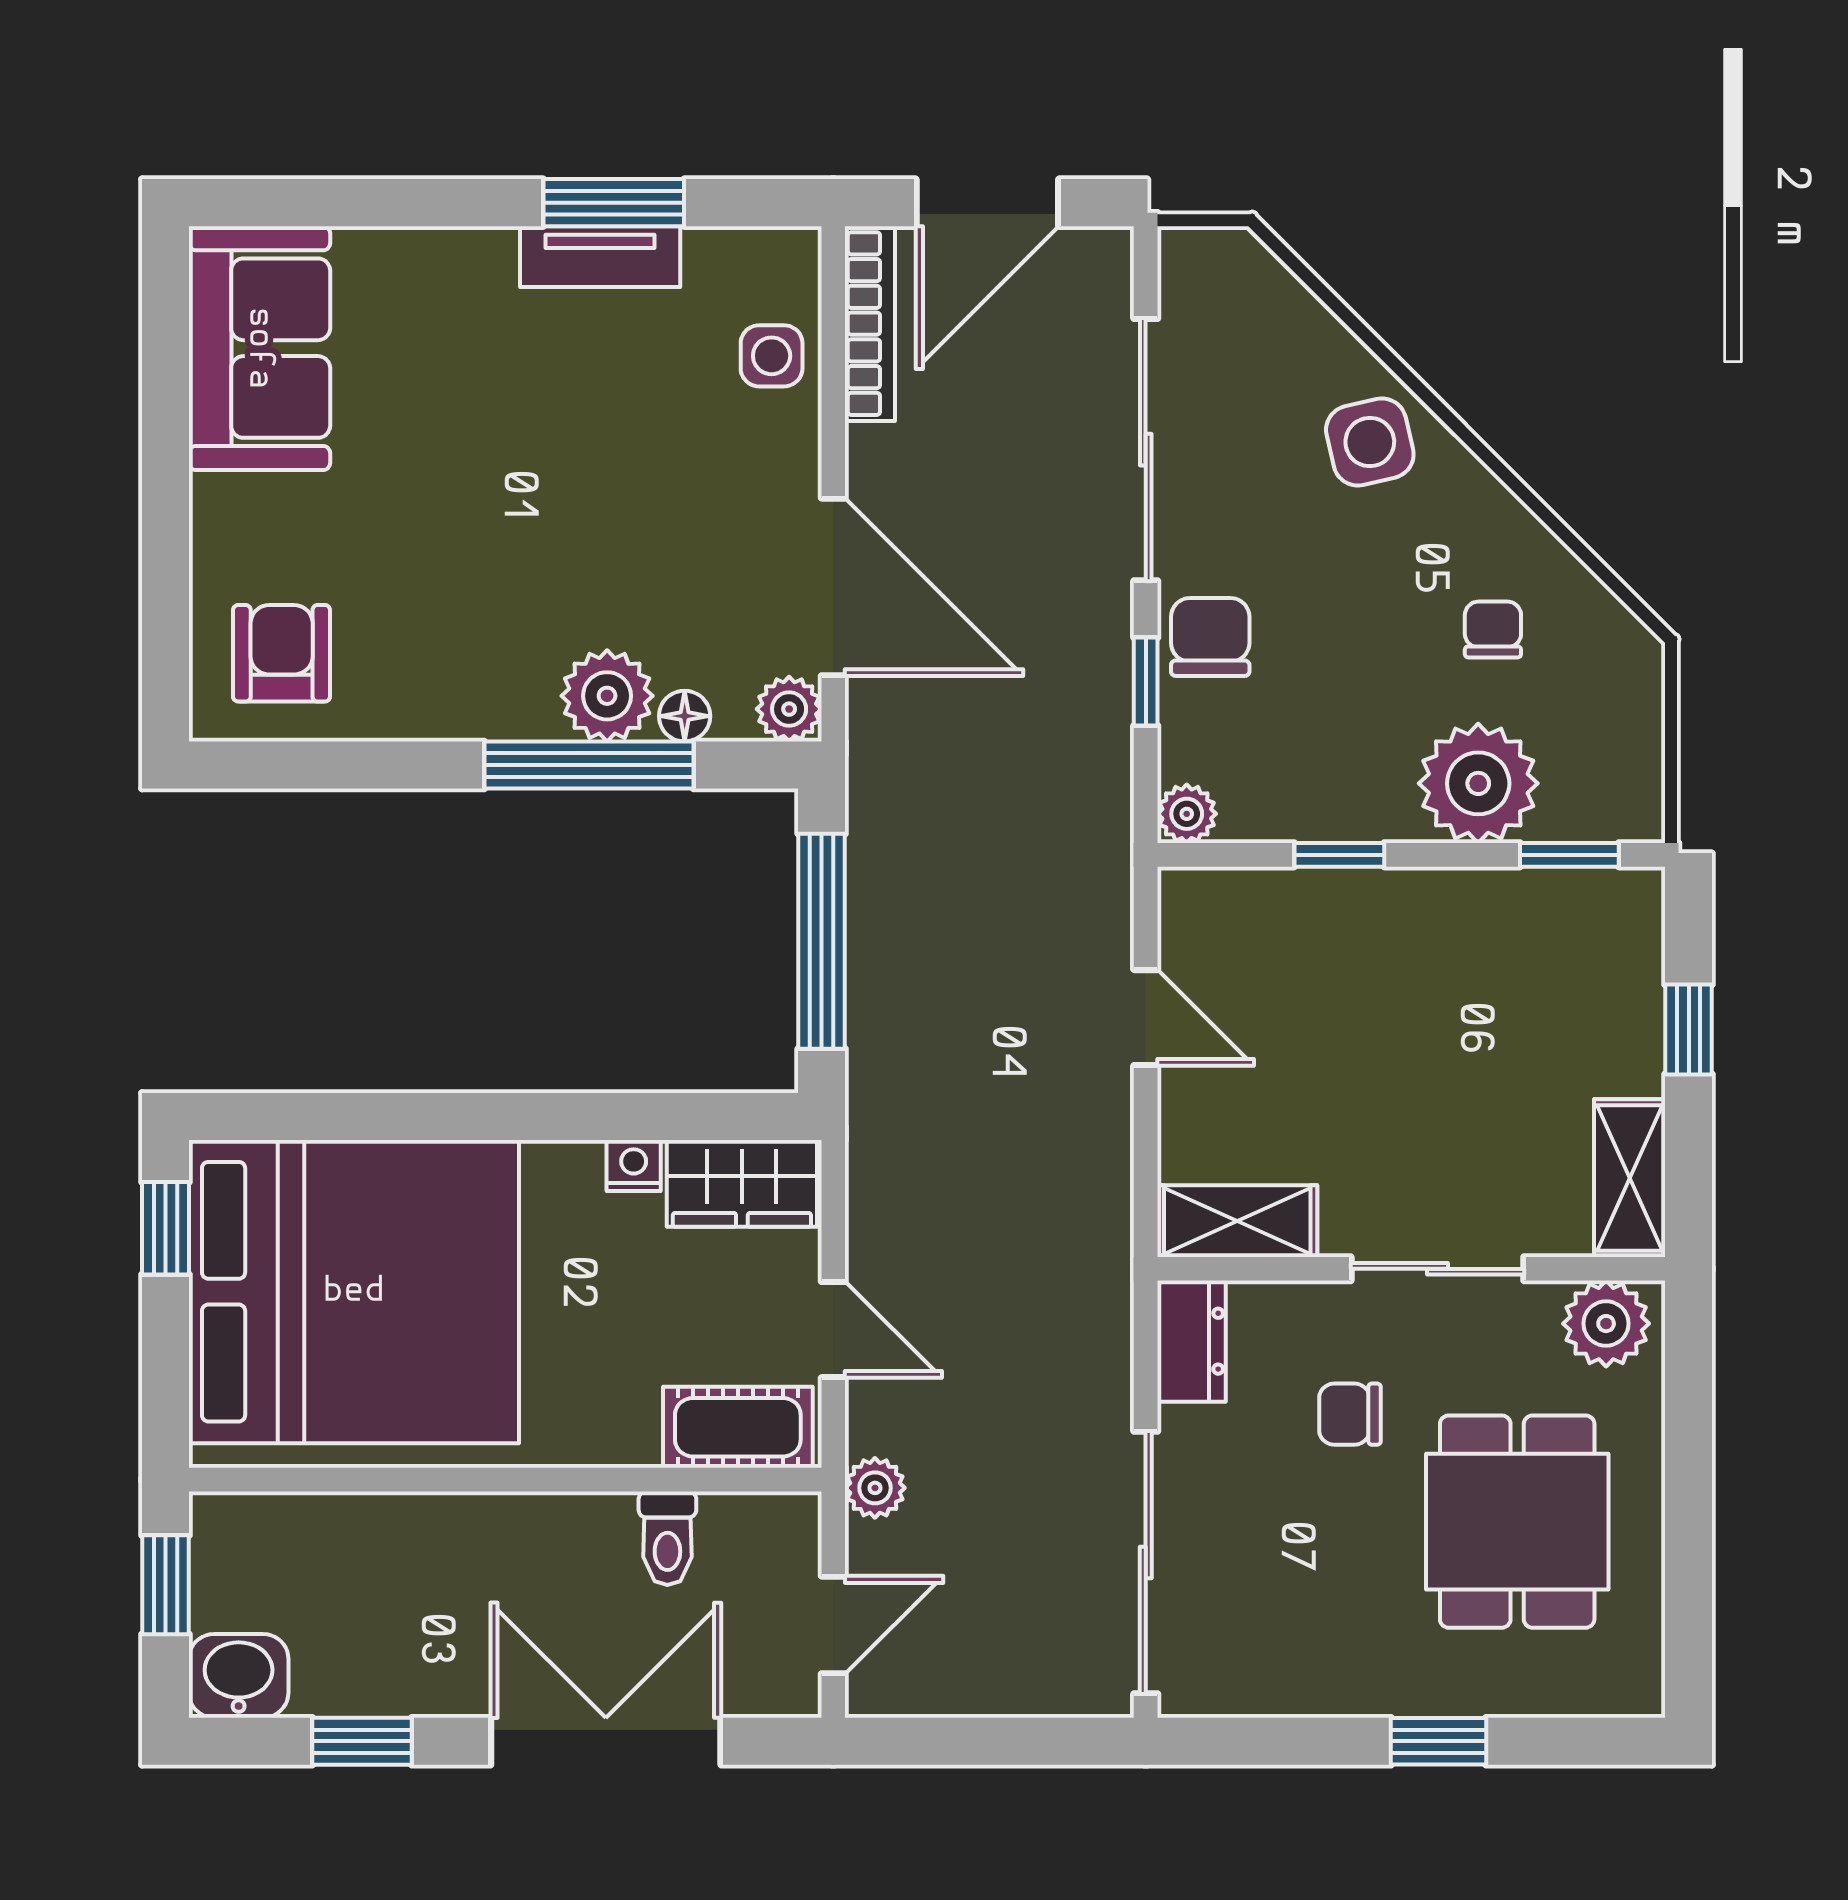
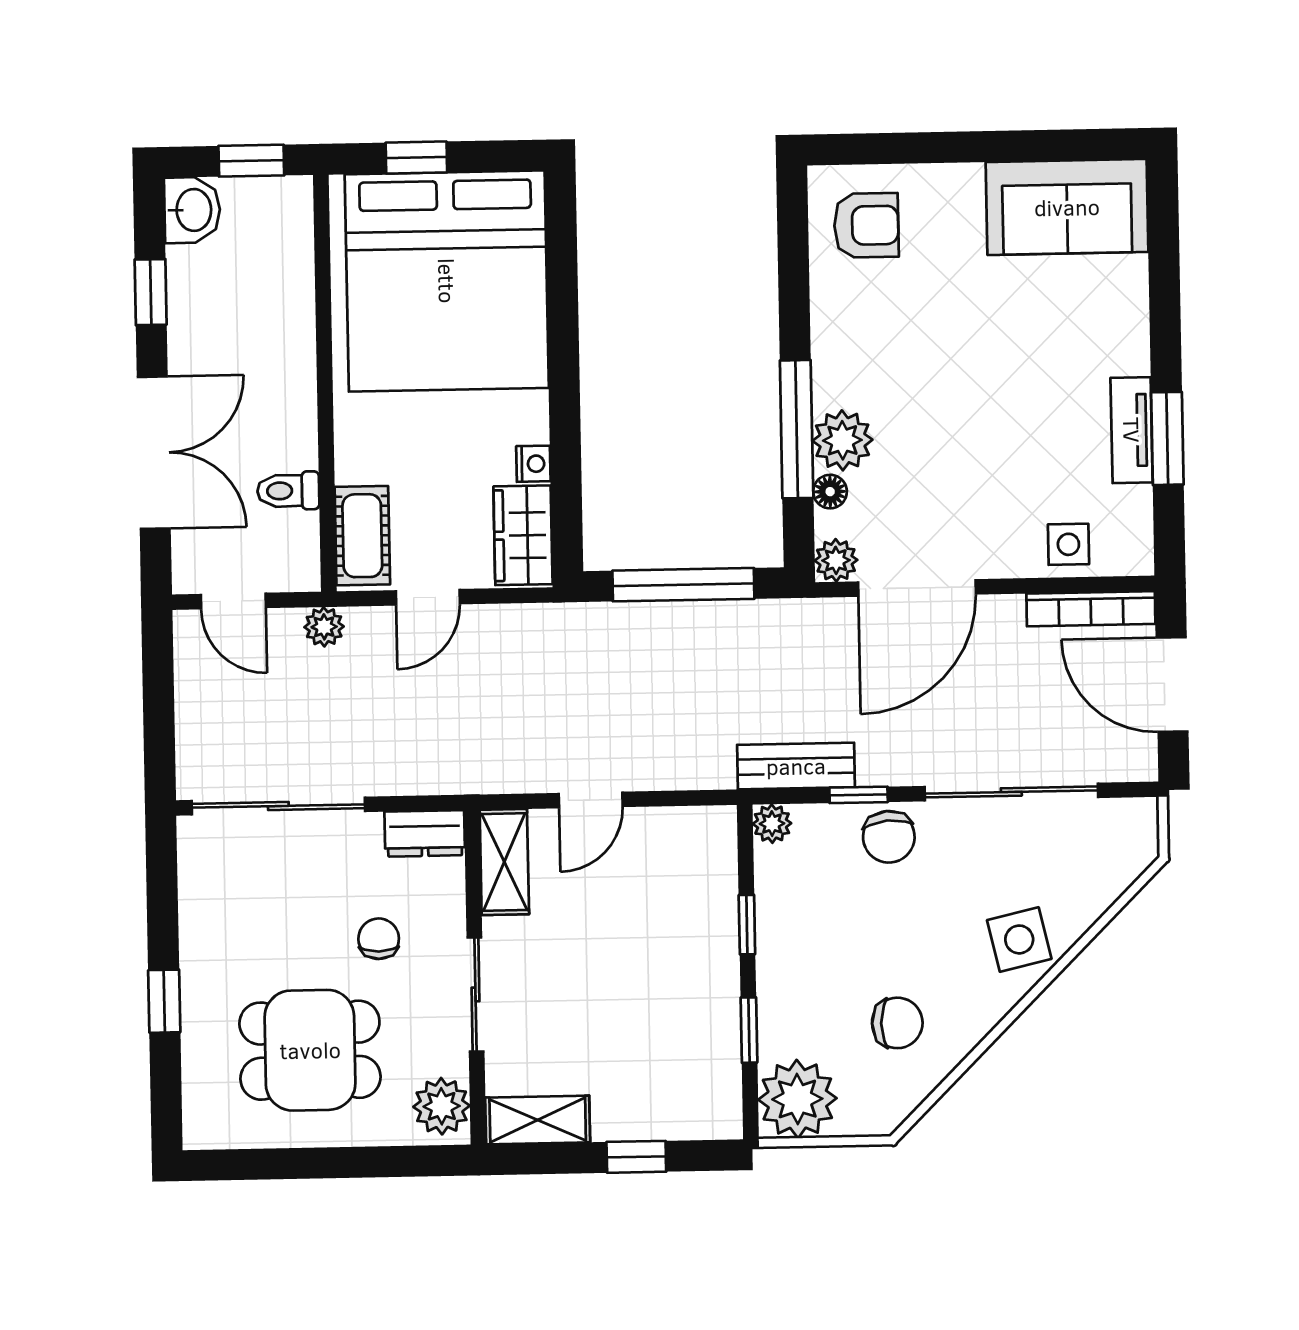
chair: (1493, 630) -> (897, 1023), width x1.37, depth x1.37
chair: (1210, 637) -> (889, 837), turned 85
bench: (1100, 776) -> (796, 766), added
plant: (1478, 783) -> (797, 1099), moved
window: (1569, 855) -> (749, 1030), moved
door: (1146, 1018) -> (591, 800), moved
window: (165, 1228) -> (416, 158), moved

